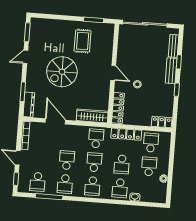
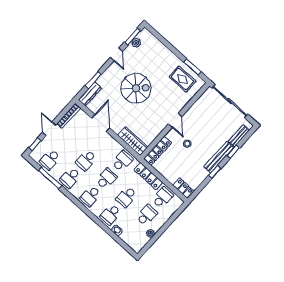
plant: (34, 35) -> (136, 43), added
rug: (83, 41) -> (183, 79), moved, turned 90
door: (25, 57) -> (116, 54), swing flipped
bench: (171, 71) -> (219, 157), width x1.36
spiral stairs: (62, 72) -> (136, 88), turned 180
school desk: (67, 160) -> (86, 160), turned 180

